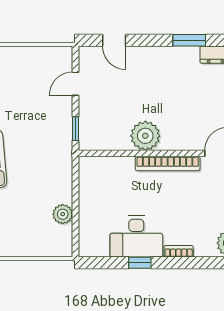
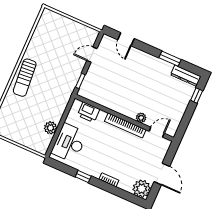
plant: (145, 136) -> (141, 118), moved, width x0.53, depth x0.53
printer: (107, 168) -> (89, 112), added
desk: (136, 237) -> (69, 143), moved, turned 90

